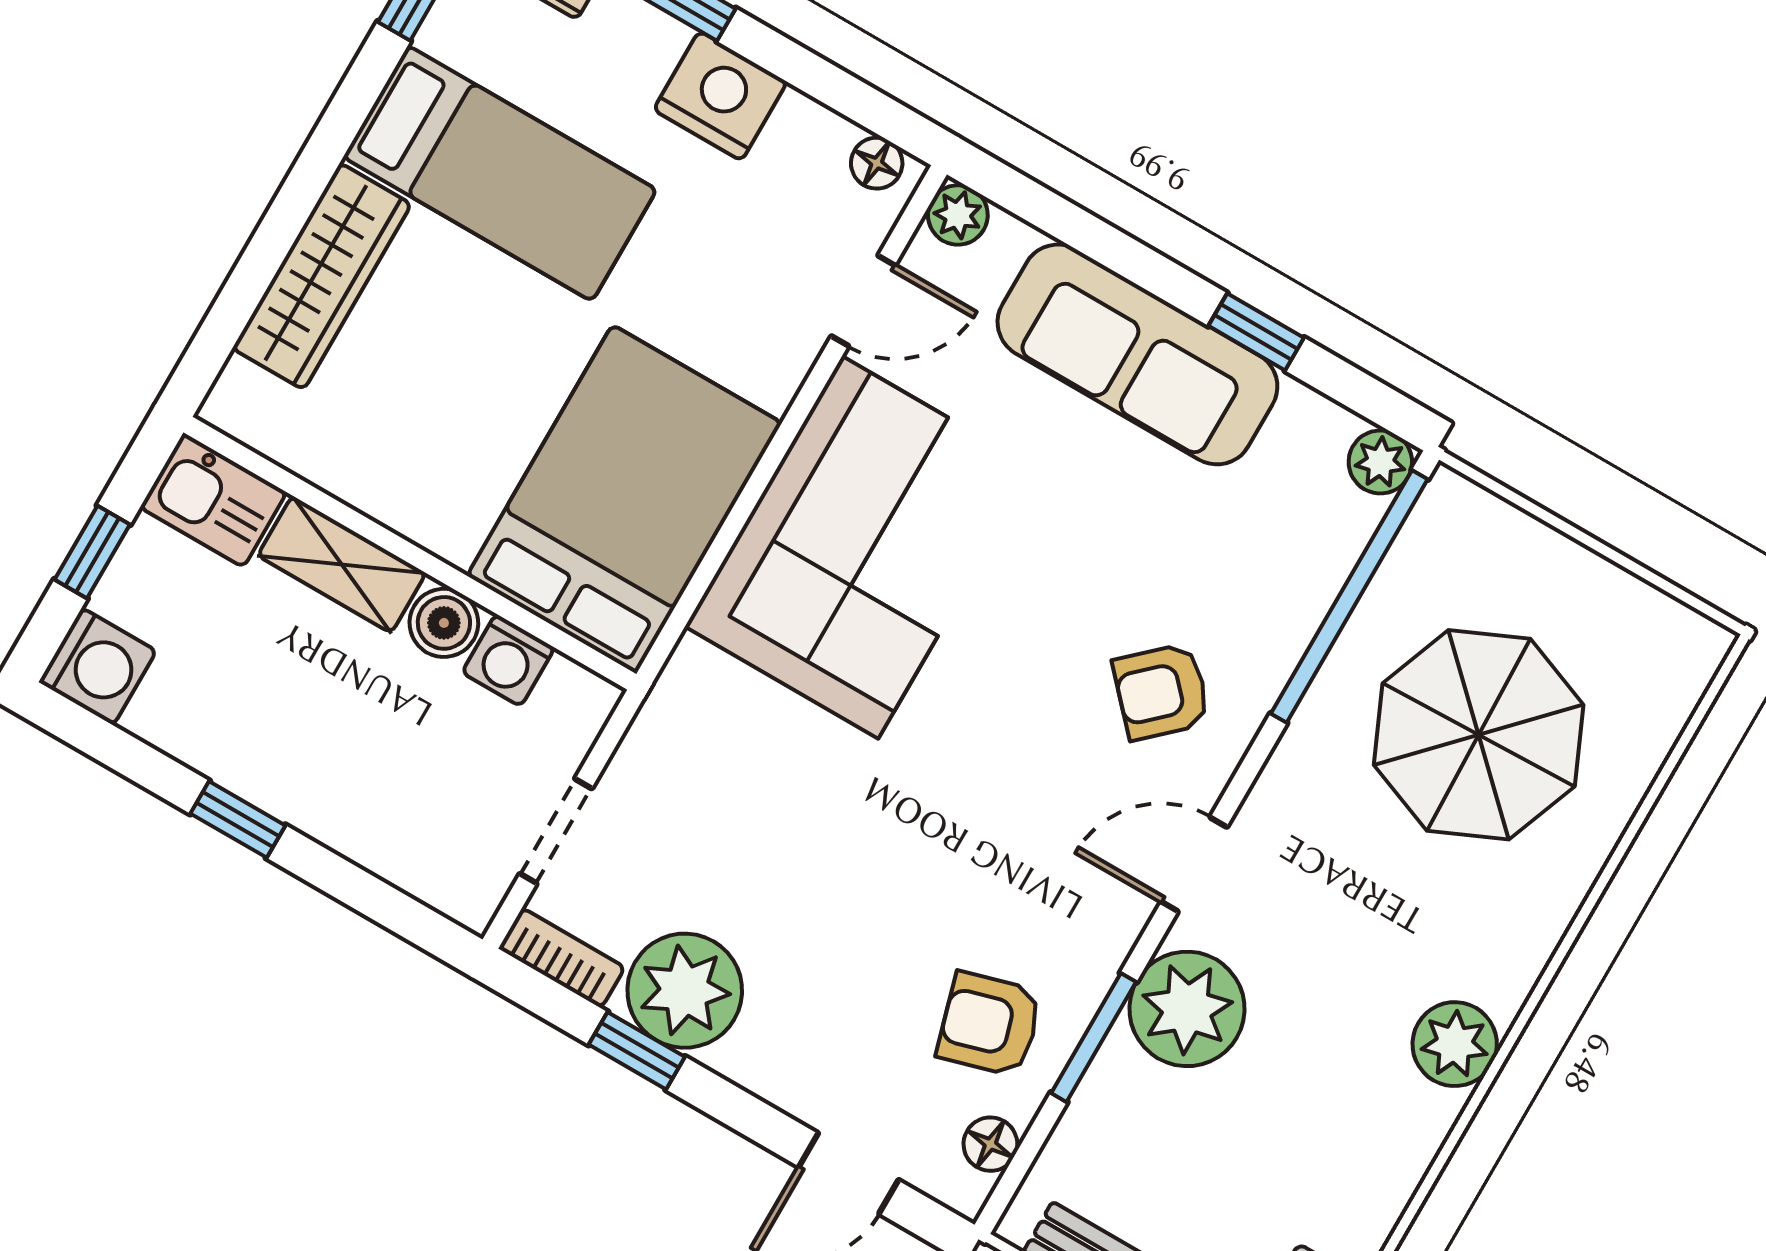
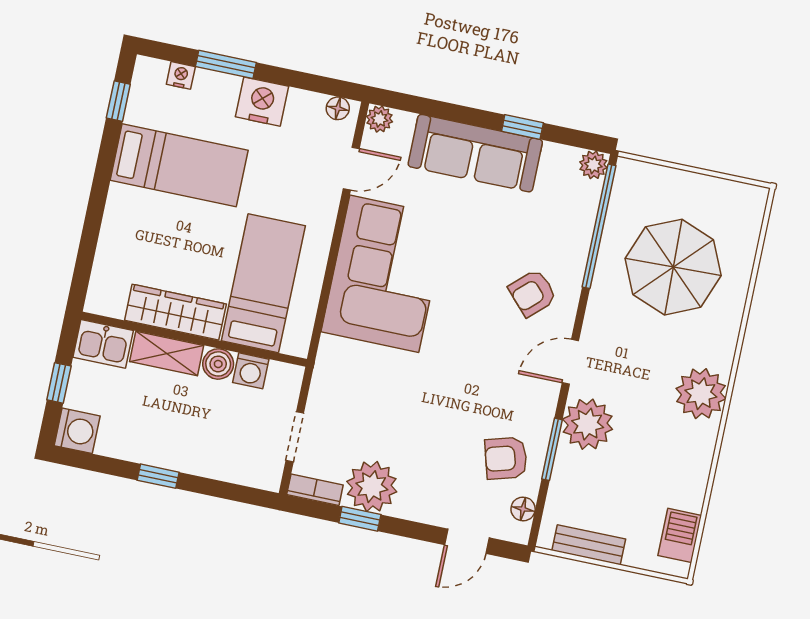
wardrobe: (322, 276) -> (175, 312), moved, turned -90
bed: (624, 499) -> (263, 283), width x0.67
plant: (1455, 1044) -> (701, 394), width x1.36, depth x1.36

